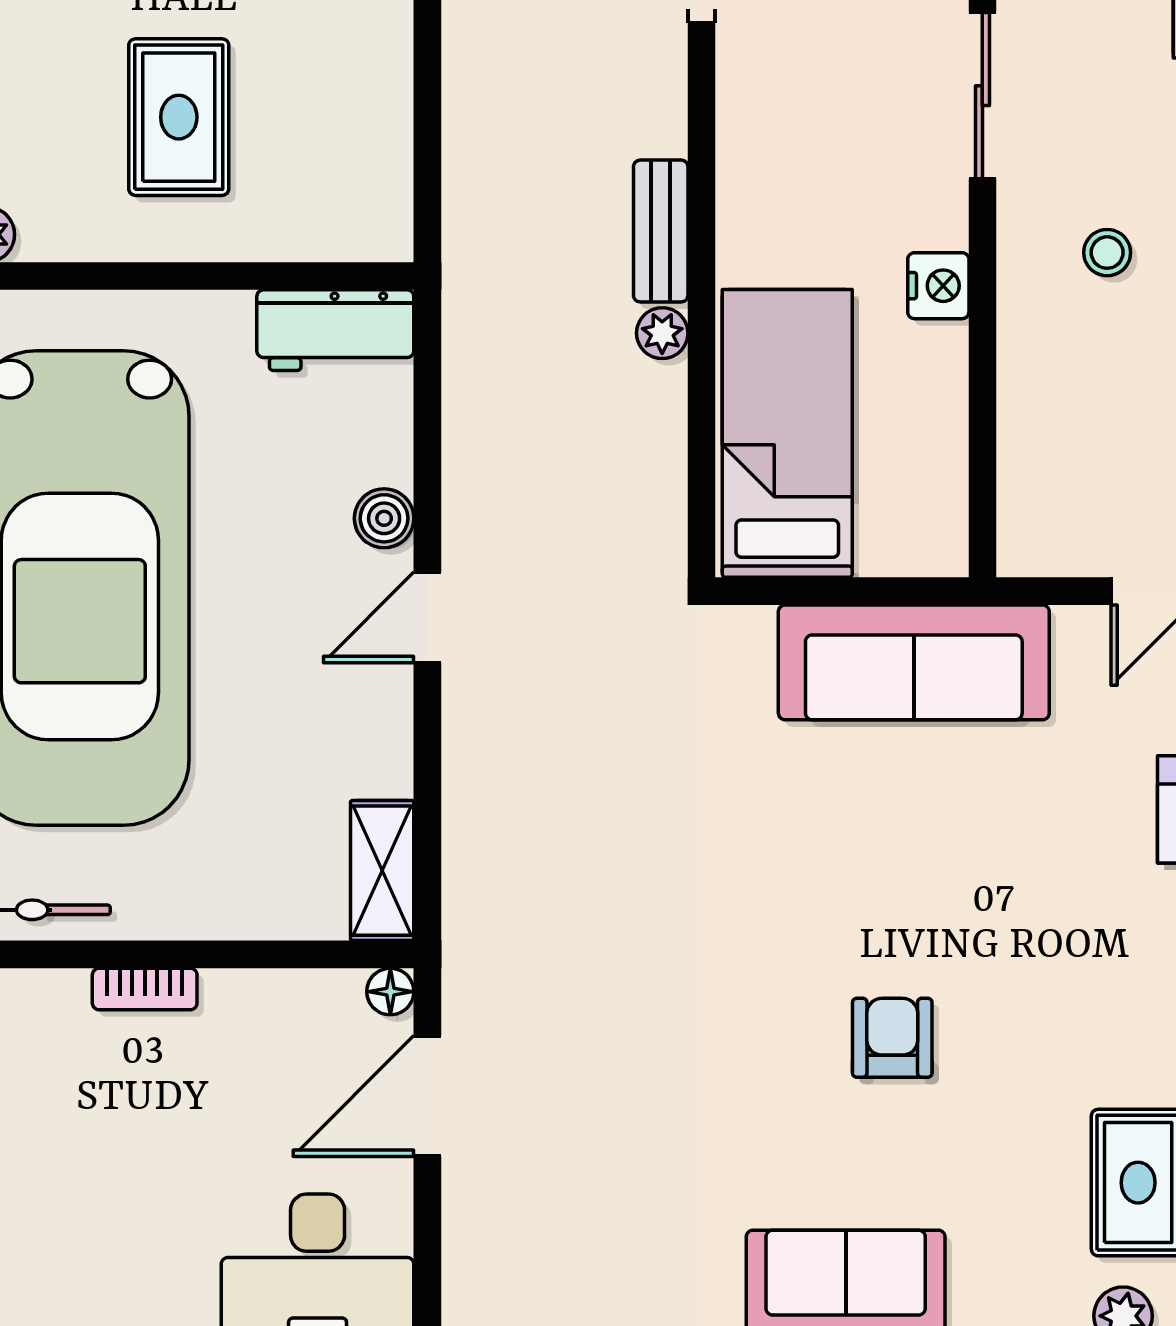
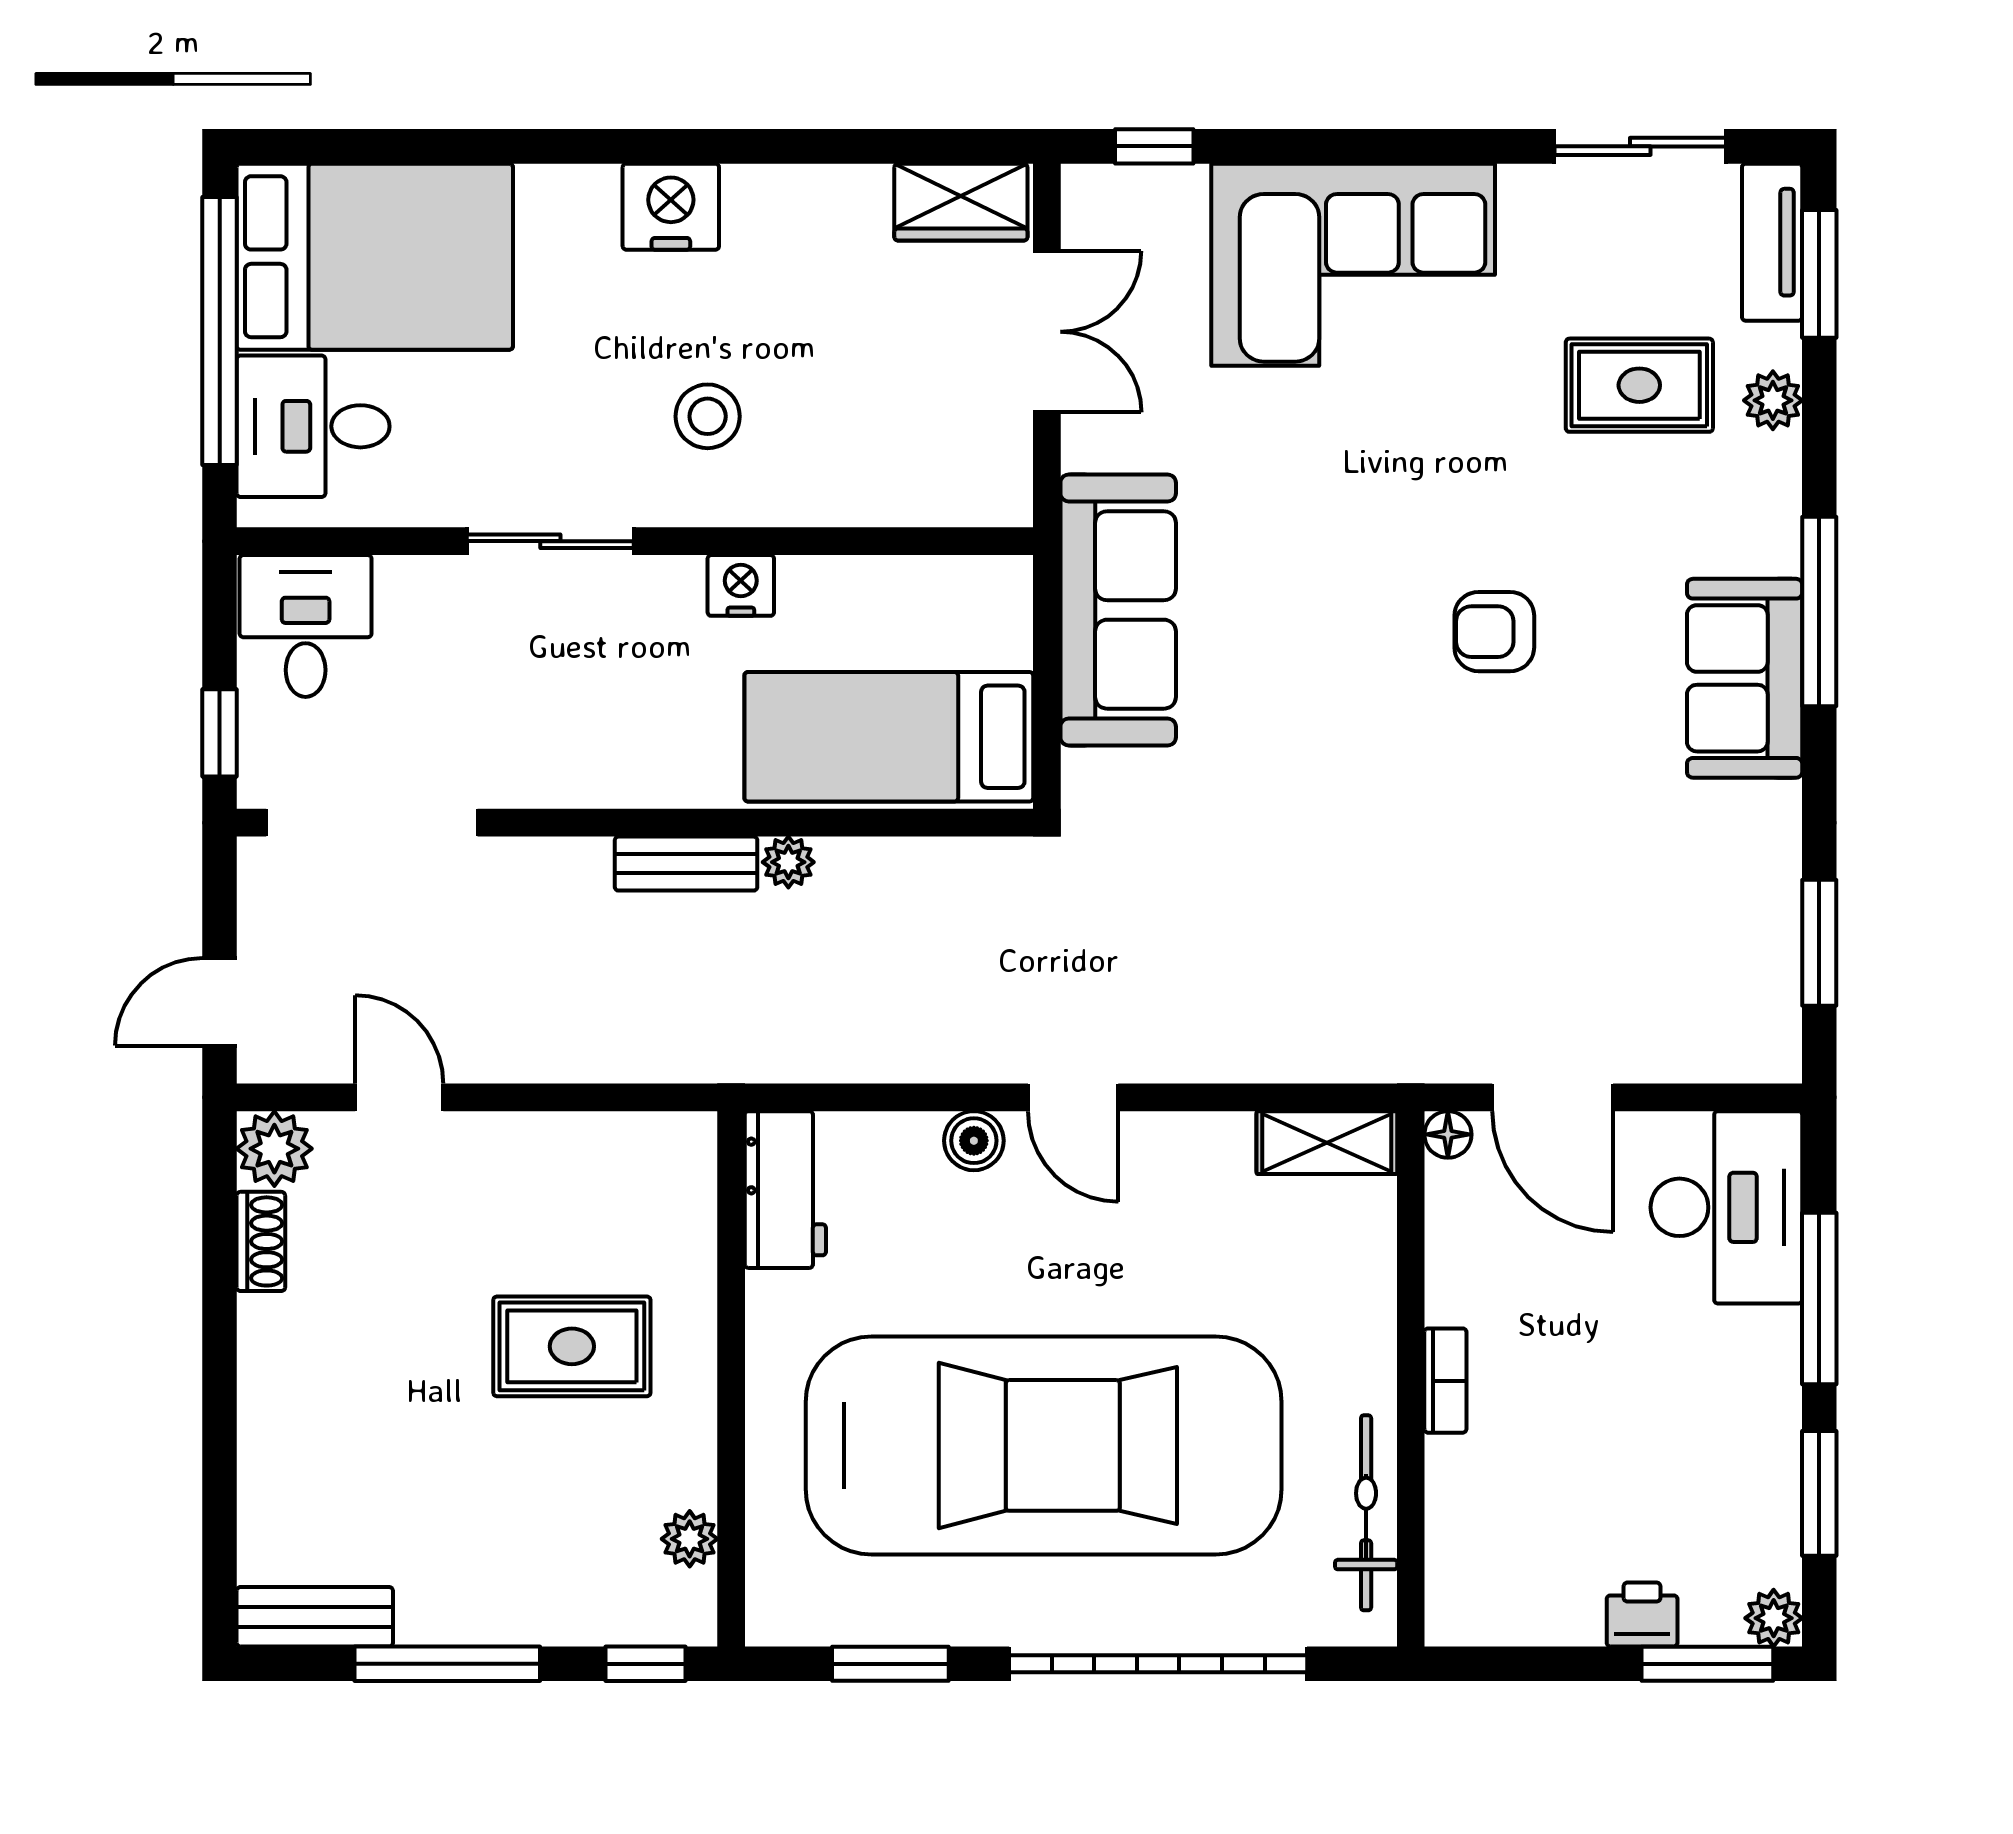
stool: (1107, 253) -> (708, 416), width x1.37, depth x1.37

